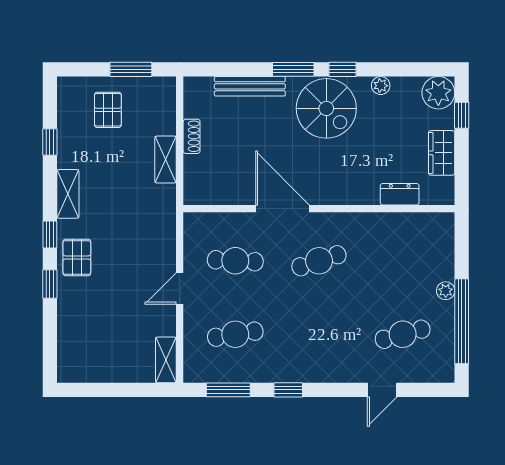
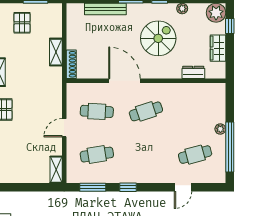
spiral stairs: (326, 108) -> (158, 38), moved, turned -90
shoe rack: (192, 136) -> (71, 64), moved, width x1.43

